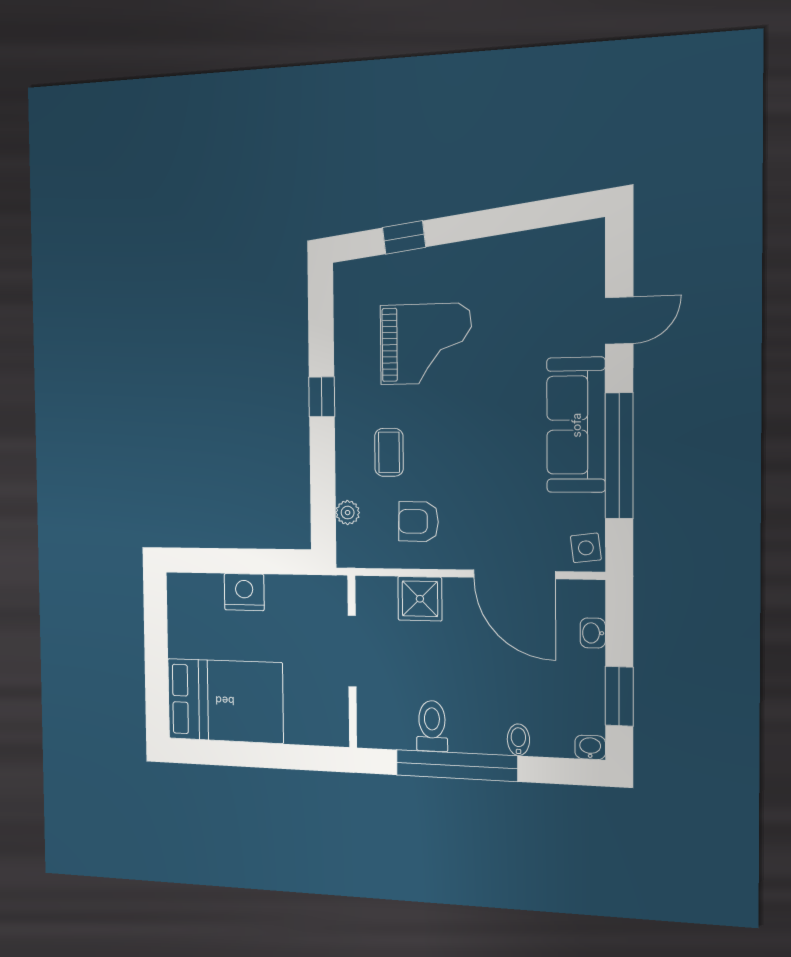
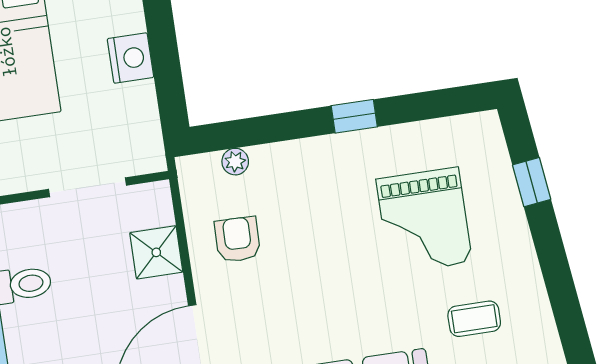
coffee table: (389, 452) -> (474, 319), moved

